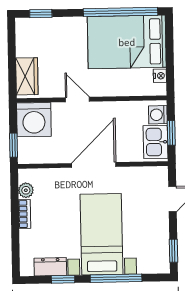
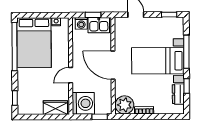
plant: (26, 190) -> (124, 105), width x1.88, depth x1.88

